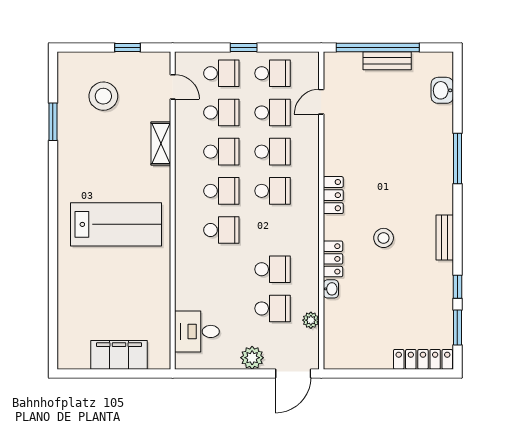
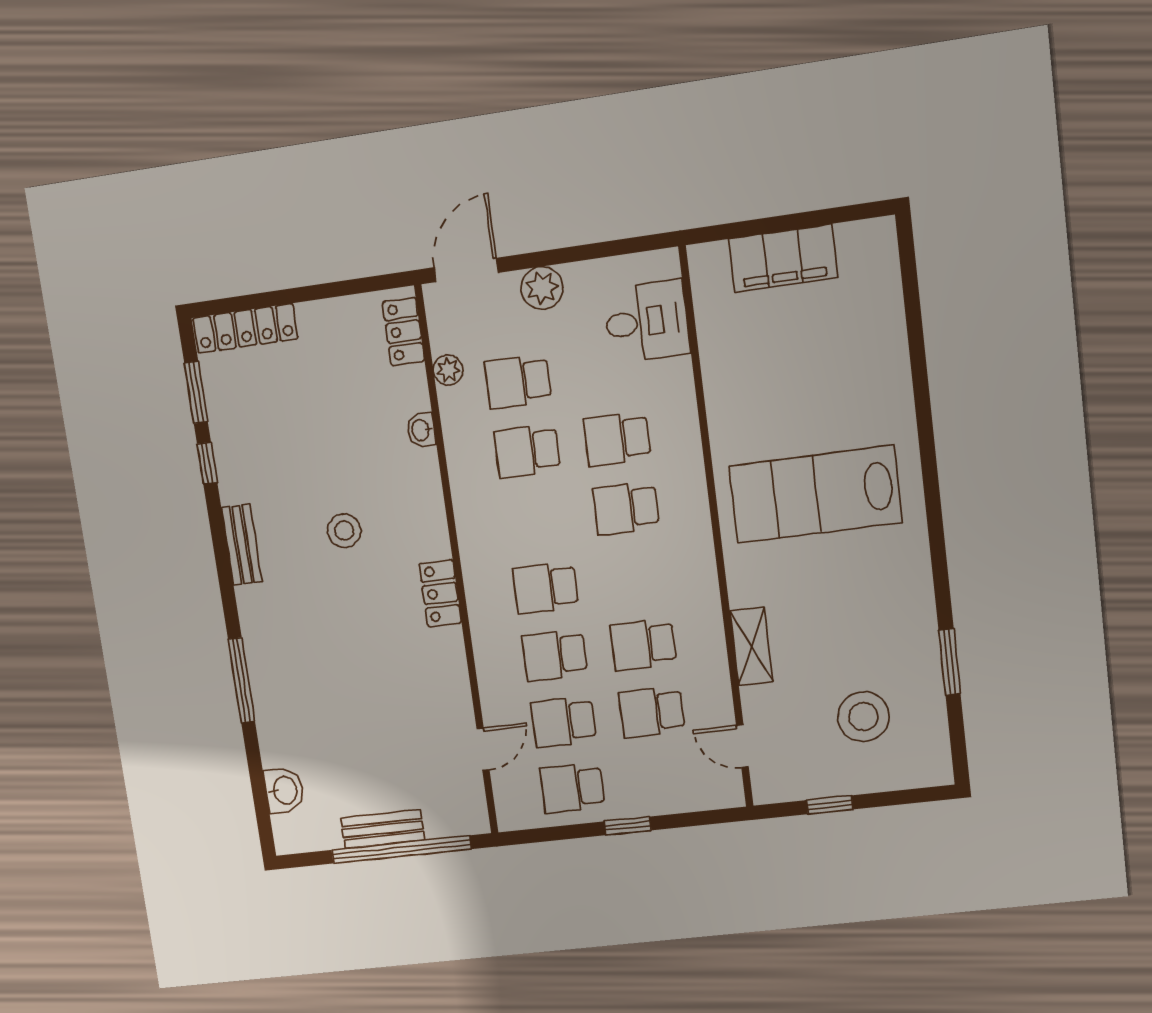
school desk: (221, 73) -> (660, 778), removed
school desk: (221, 191) -> (617, 439), moved
locker: (333, 259) -> (404, 332), moved

